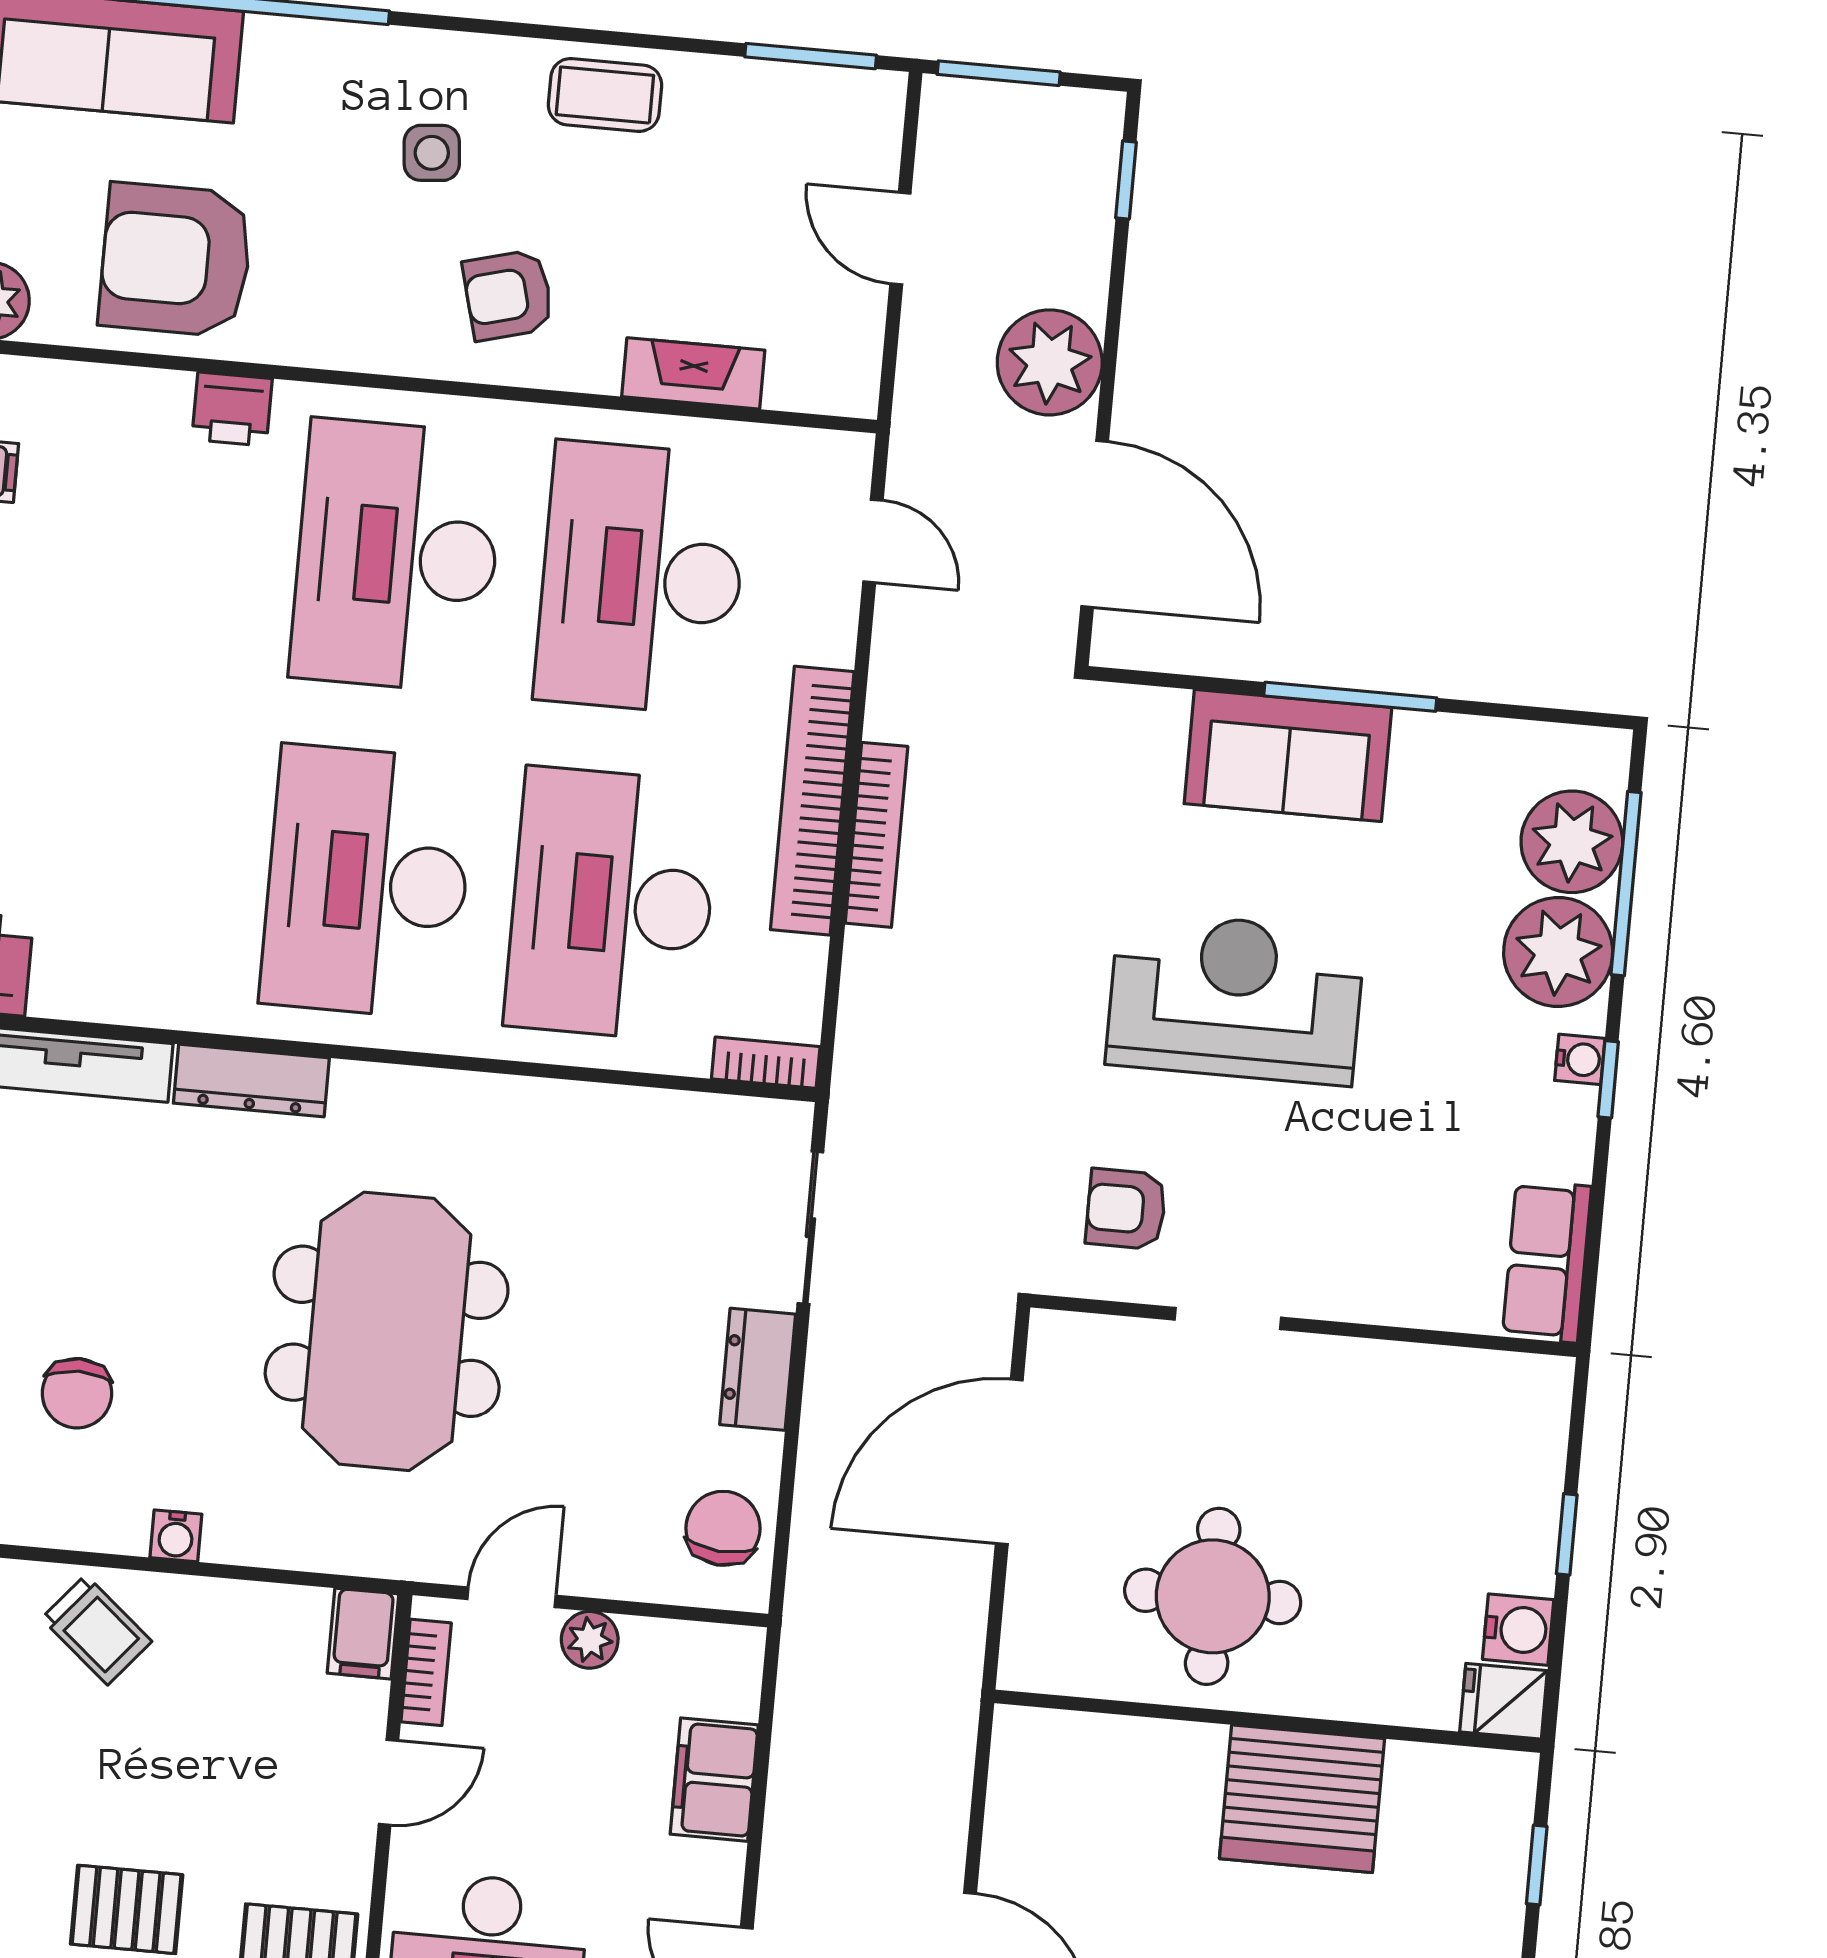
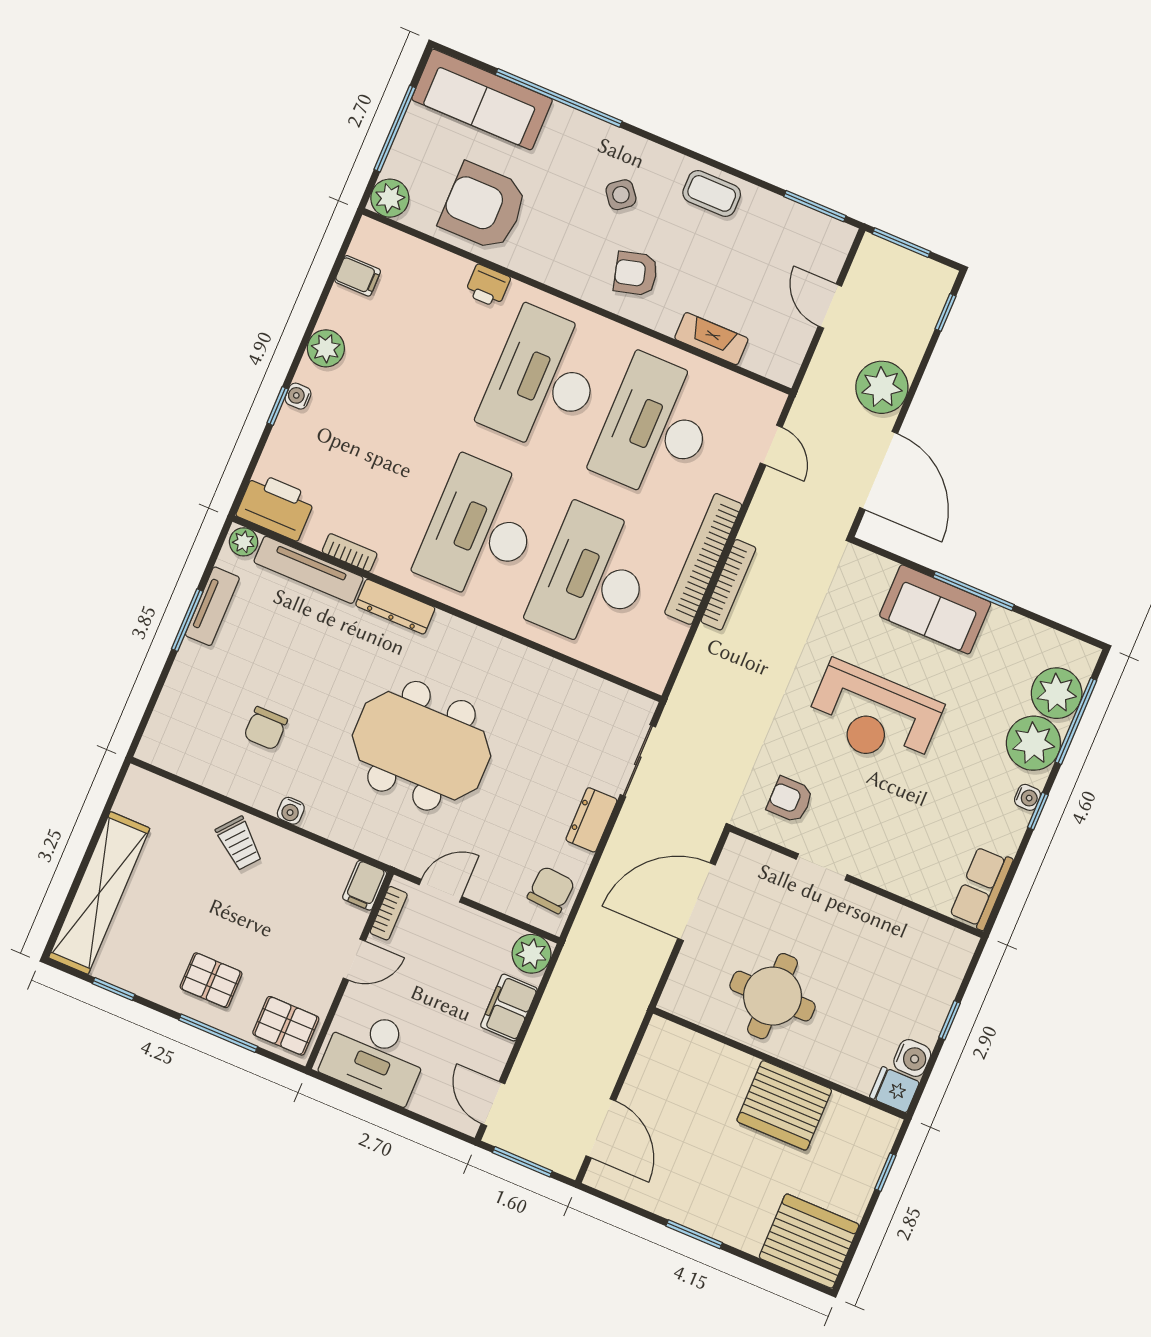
side table: (432, 153) -> (621, 195), turned -33
reception desk: (1235, 998) -> (874, 716), turned 180
bookcase: (766, 1063) -> (350, 553), moved
meeting table: (387, 1331) -> (421, 746), turned 90
plant: (590, 1640) -> (532, 954), moved, width x1.38, depth x1.38

